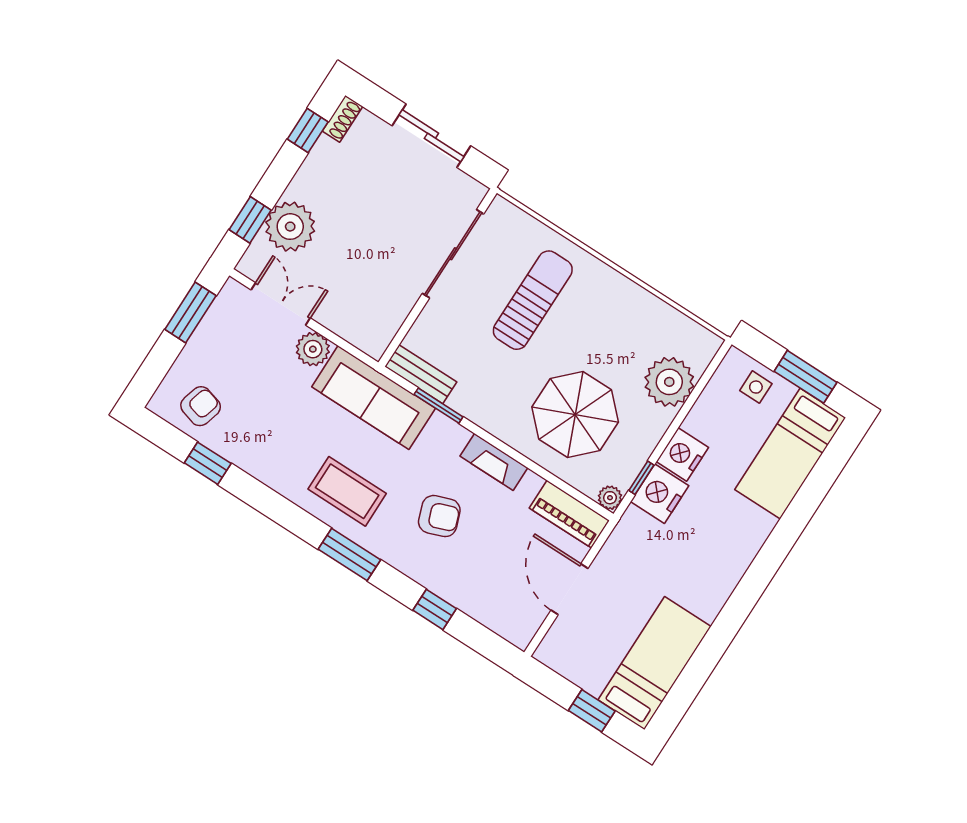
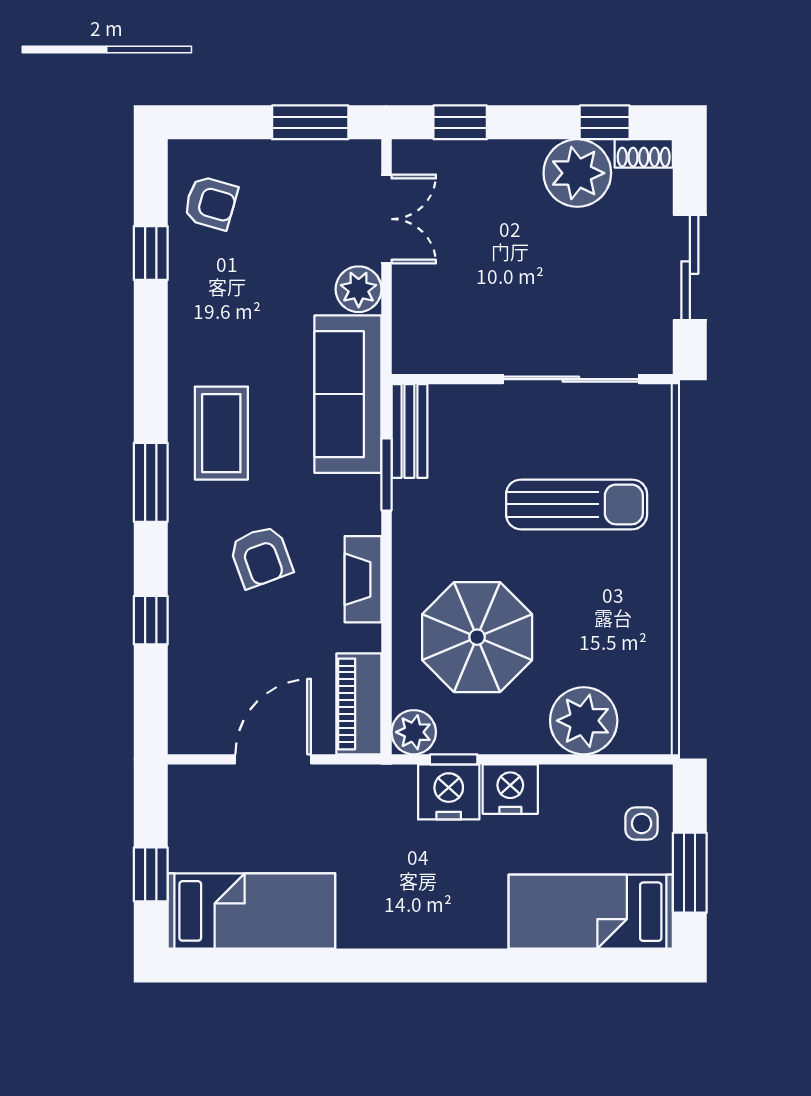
plant: (290, 227) -> (577, 173), moved
plant: (610, 498) -> (414, 732), width x1.38, depth x1.38

